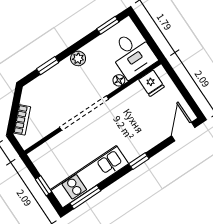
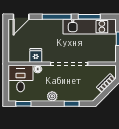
fridge: (152, 83) -> (36, 55), moved
window: (139, 161) -> (57, 17), width x2.17
window: (85, 197) -> (89, 17), moved

